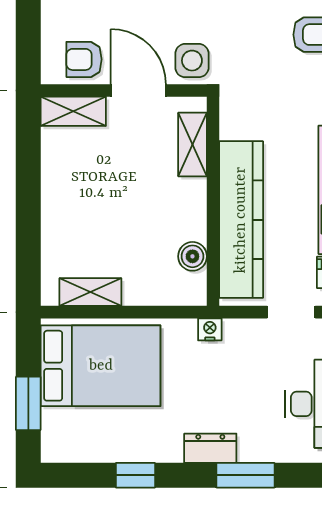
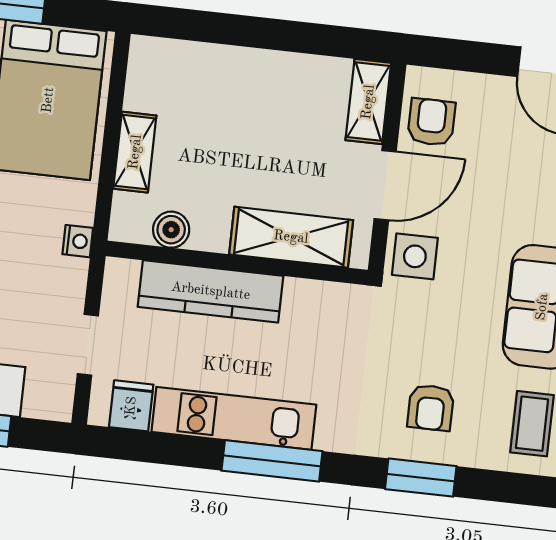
shelving: (193, 145) -> (291, 237), width x1.50, depth x1.33
kitchen counter: (241, 220) -> (211, 291), width x0.72, depth x0.86
shelving: (90, 292) -> (135, 152), moved

